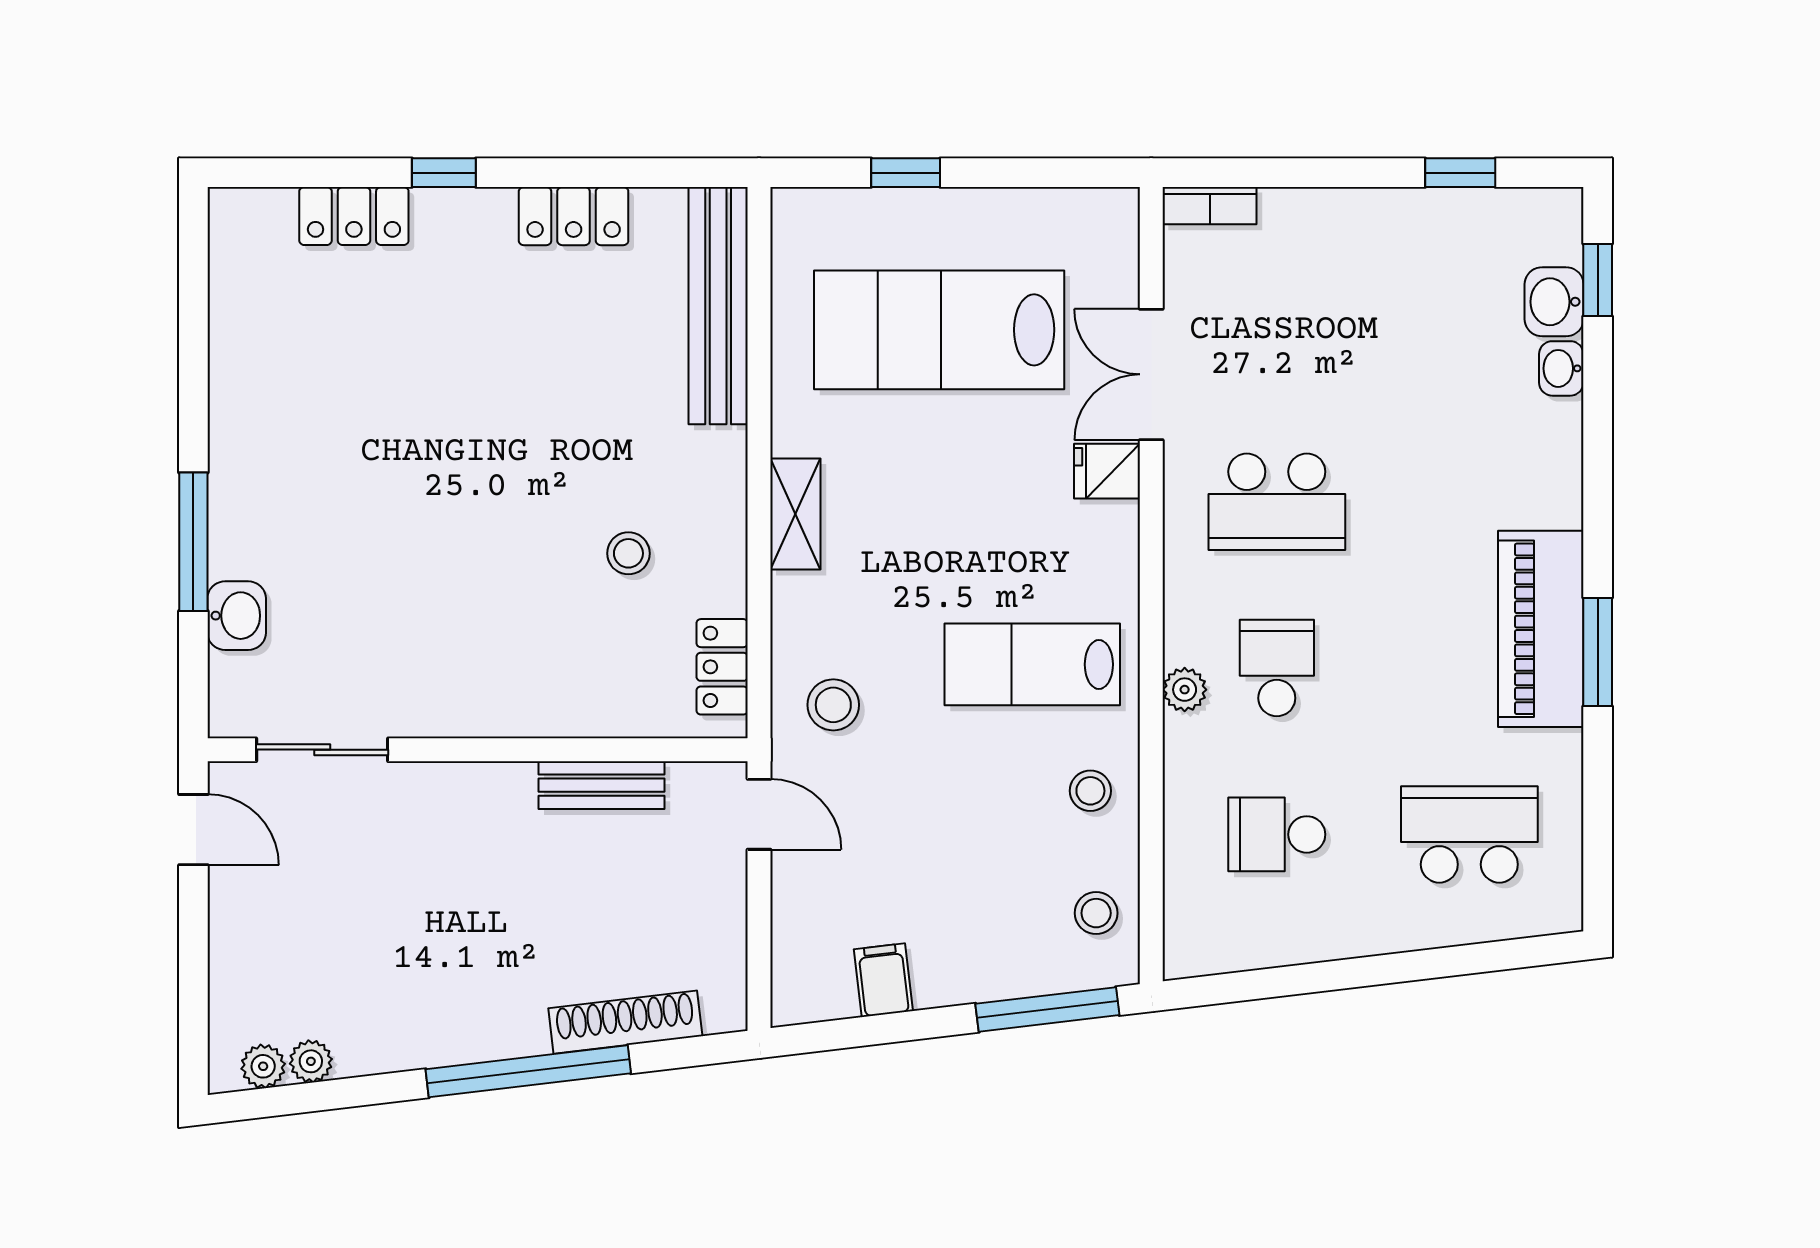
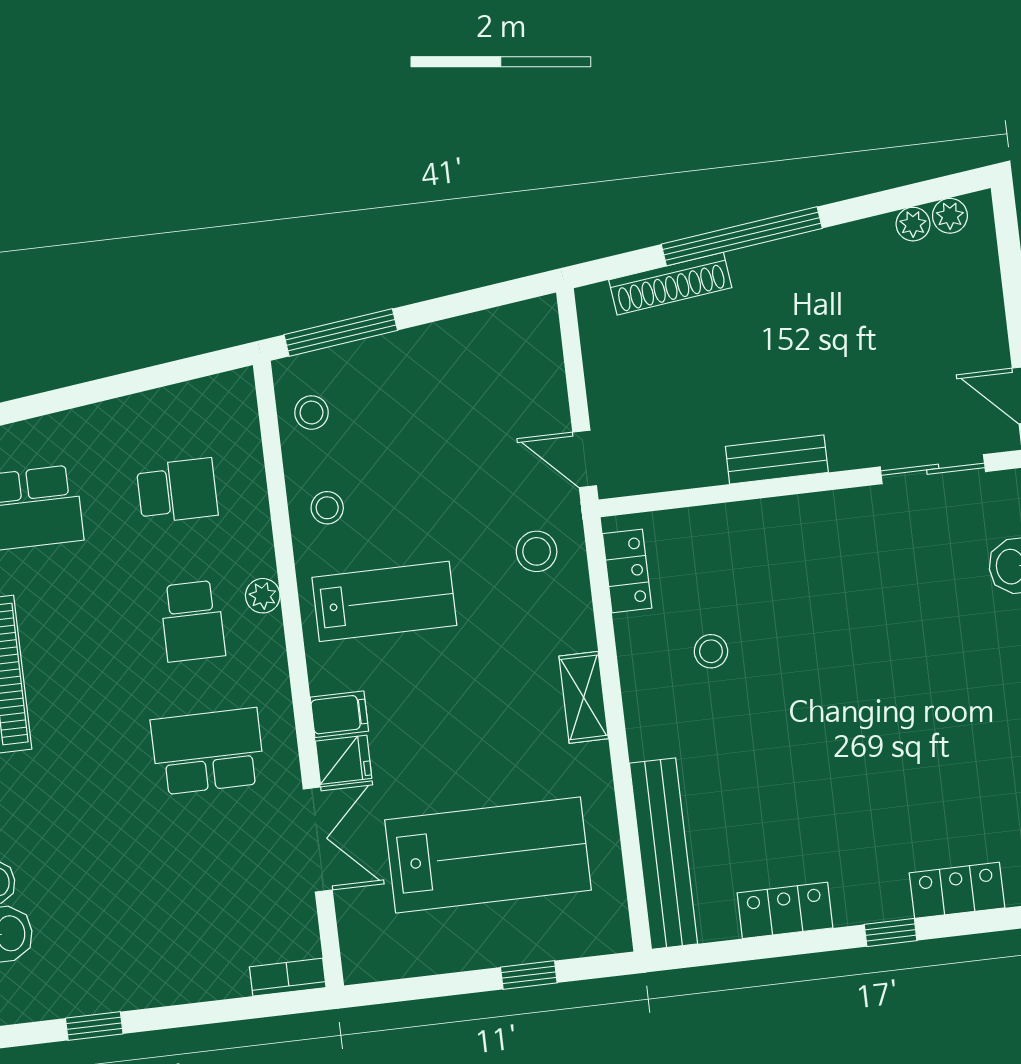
bench: (601, 785) -> (777, 459), moved
filing cabinet: (883, 980) -> (339, 714), moved, turned -83

